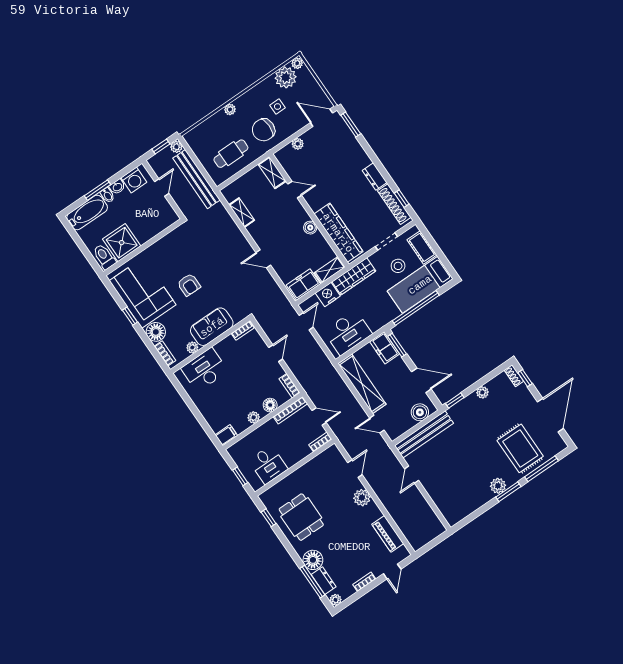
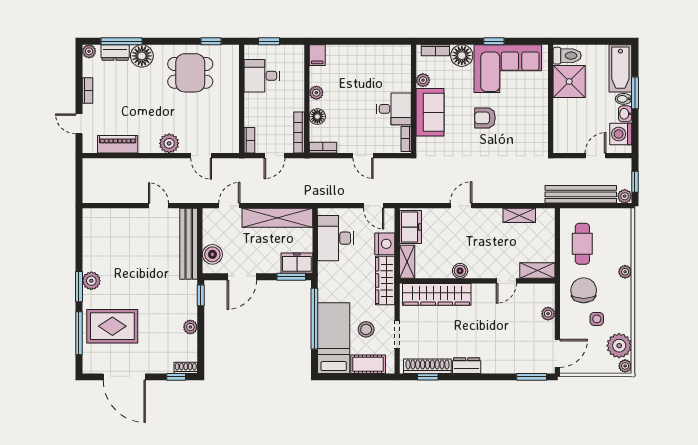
door: (162, 187) -> (595, 156), swing flipped
desk: (205, 370) -> (394, 109), moved, width x0.73

